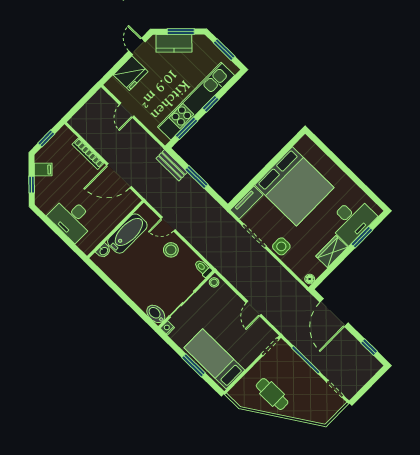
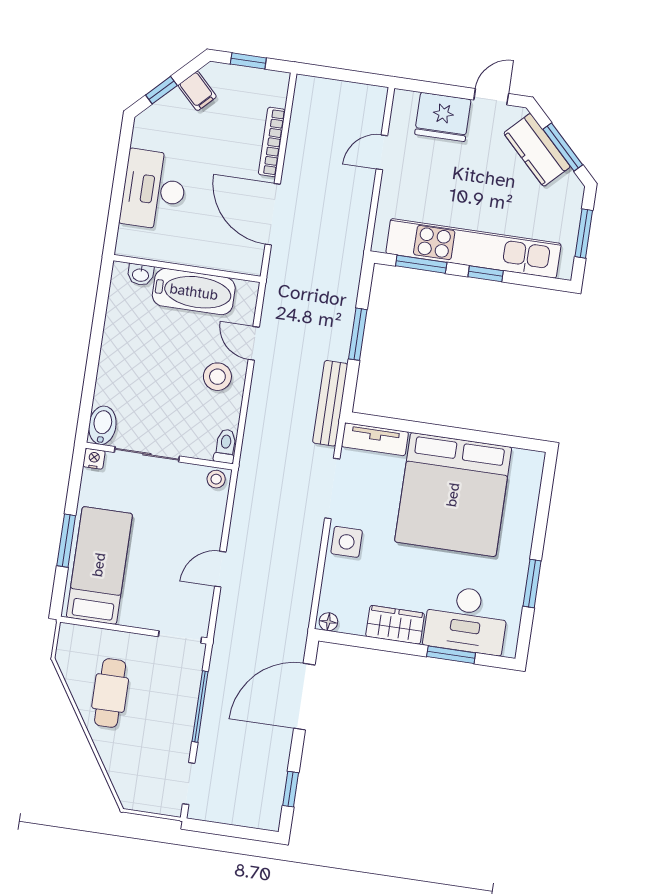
bench: (172, 165) -> (330, 403), moved, width x1.36
window: (357, 180) -> (532, 584), added

